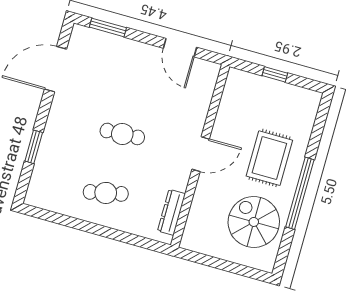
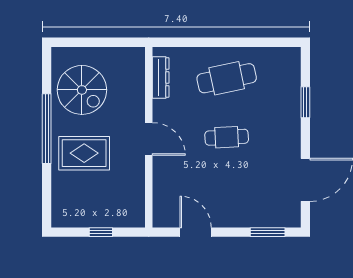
door: (201, 154) -> (149, 139), swing flipped
rug: (269, 158) -> (84, 153), turned 90
cafe table: (106, 193) -> (227, 78), width x1.37, depth x1.35

